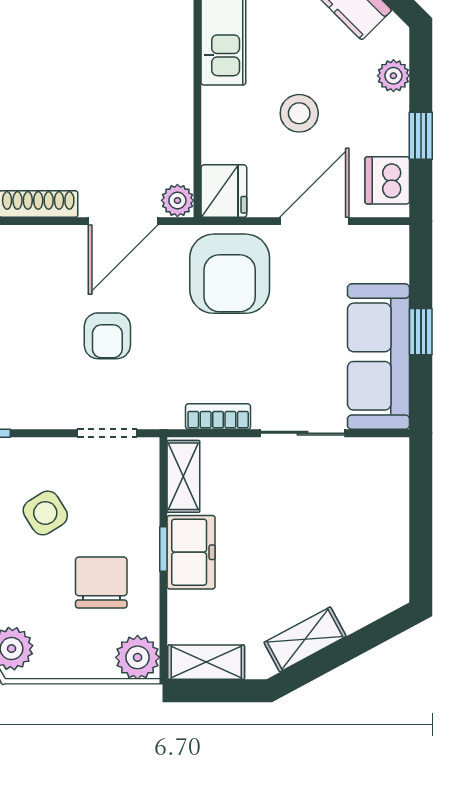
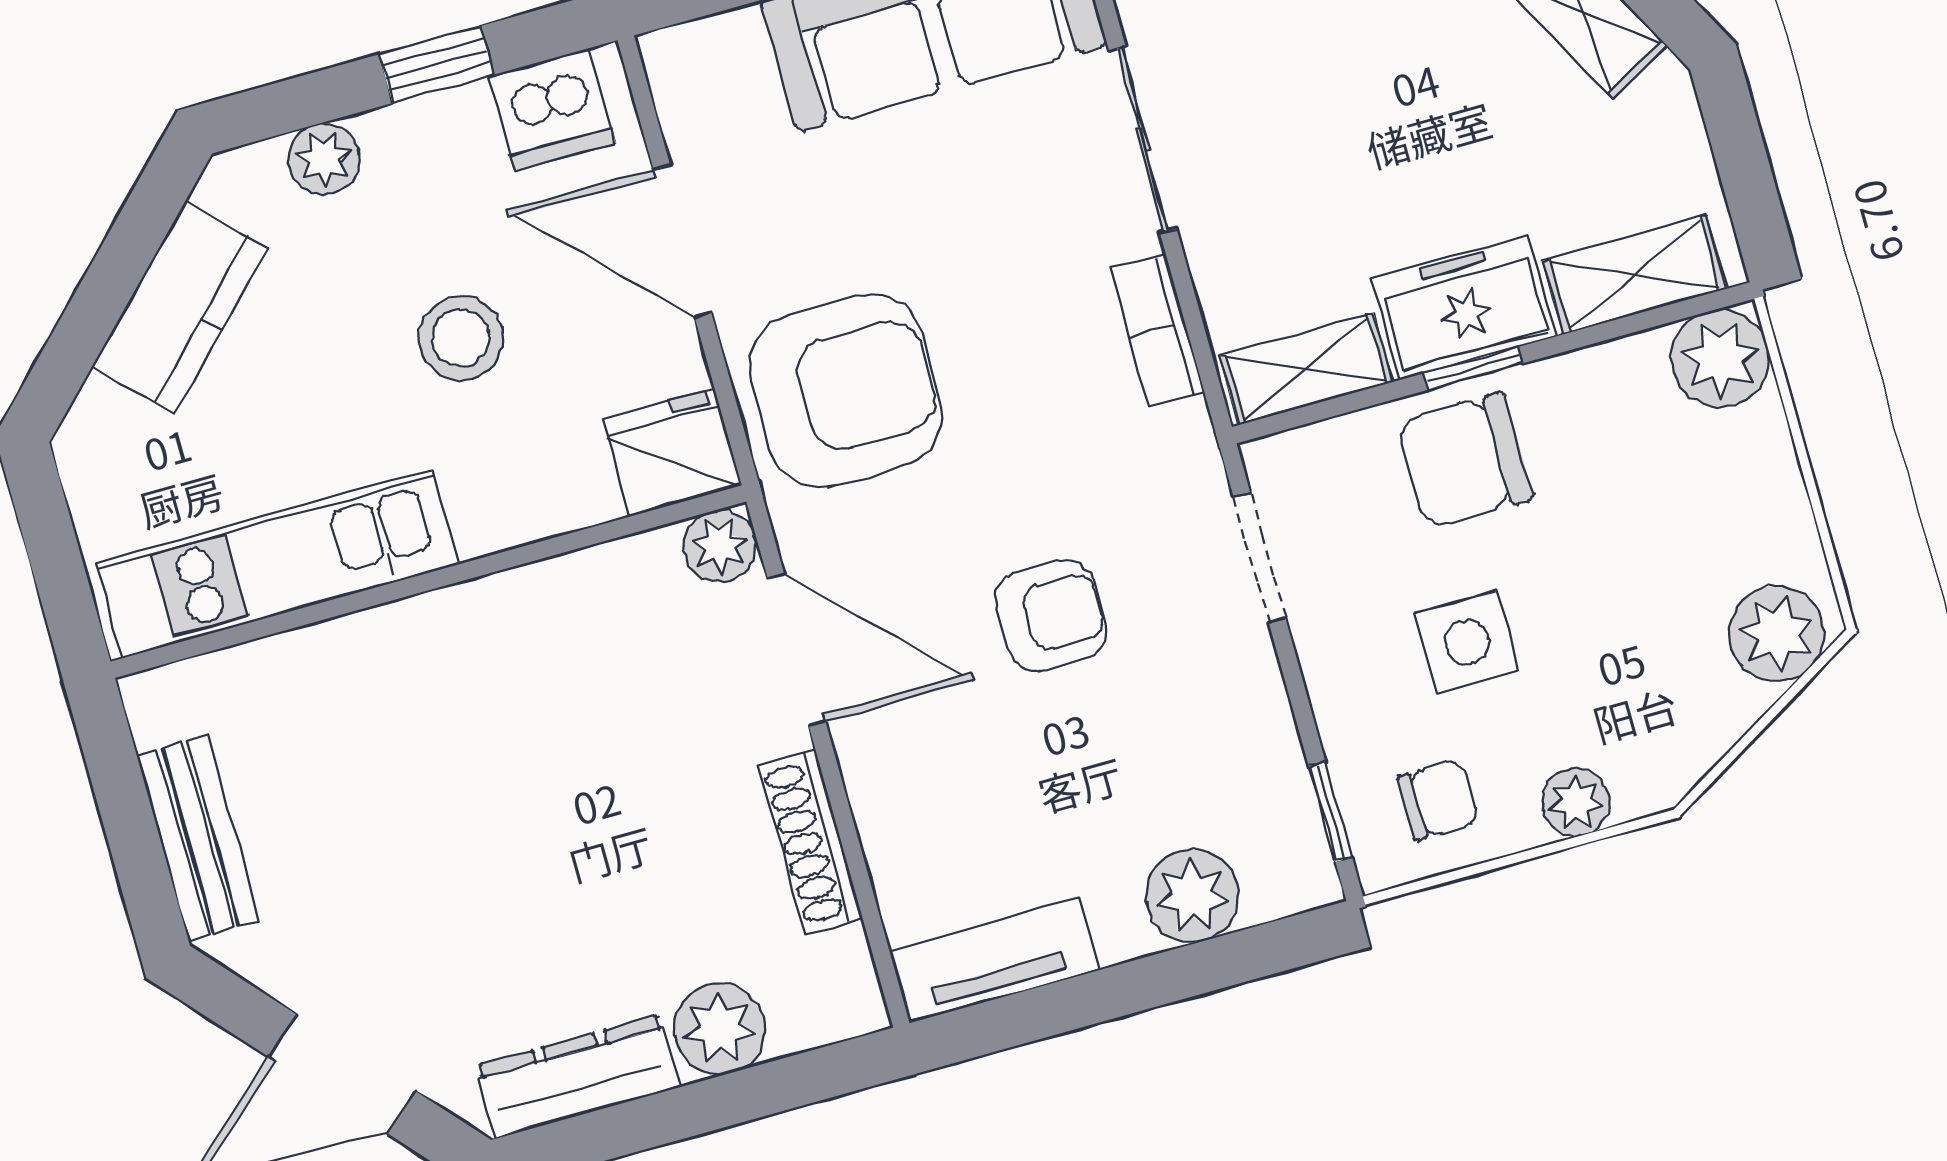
side table: (45, 513) -> (1467, 642), turned 32
chair: (101, 583) -> (1464, 461), moved
shelving: (206, 662) -> (1635, 275), moved, turned 90

